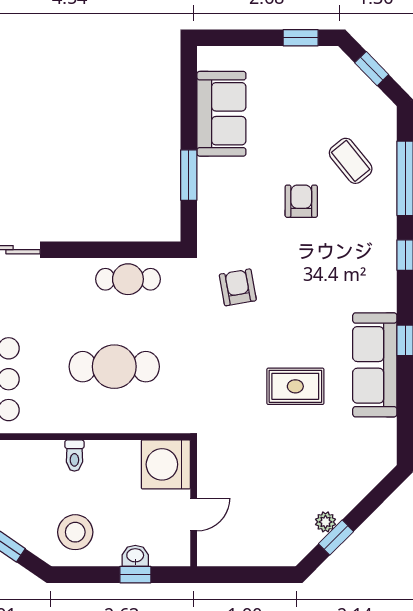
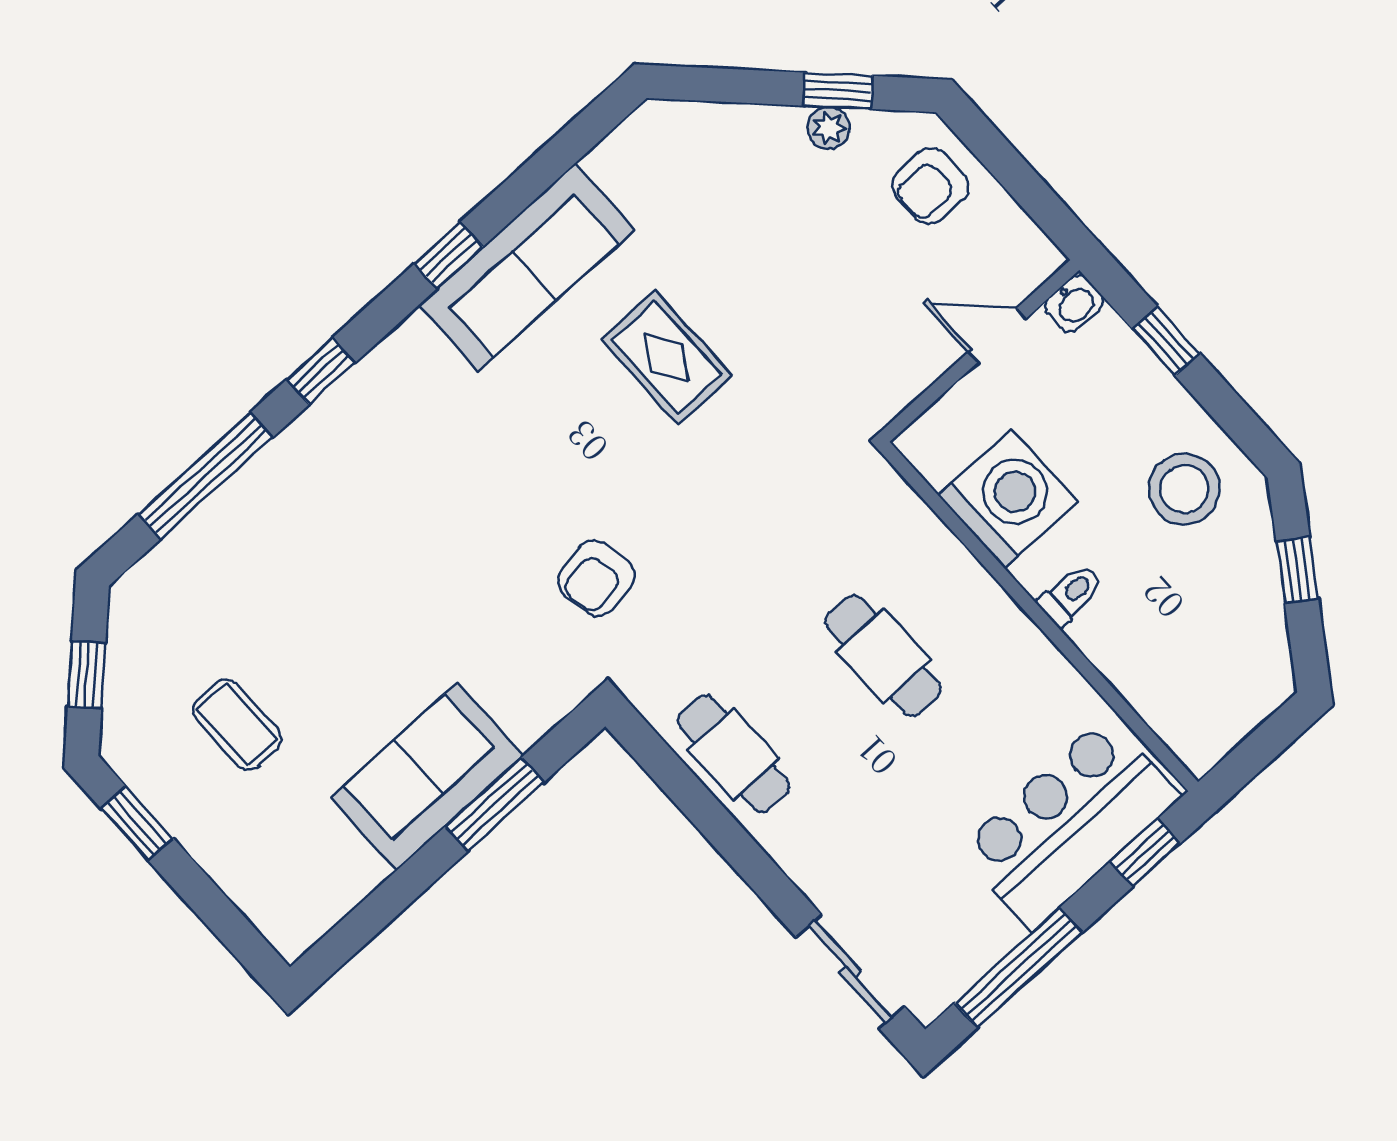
sofa: (221, 114) -> (427, 776), moved
coffee table: (351, 161) -> (237, 725), moved, turned -51
armchair: (301, 201) -> (930, 186), moved
cafe table: (114, 367) -> (883, 656), width x0.73, depth x0.74
washing machine: (166, 464) -> (1008, 498), moved, turned -90
washbasin: (135, 556) -> (1074, 303), moved, turned -90

